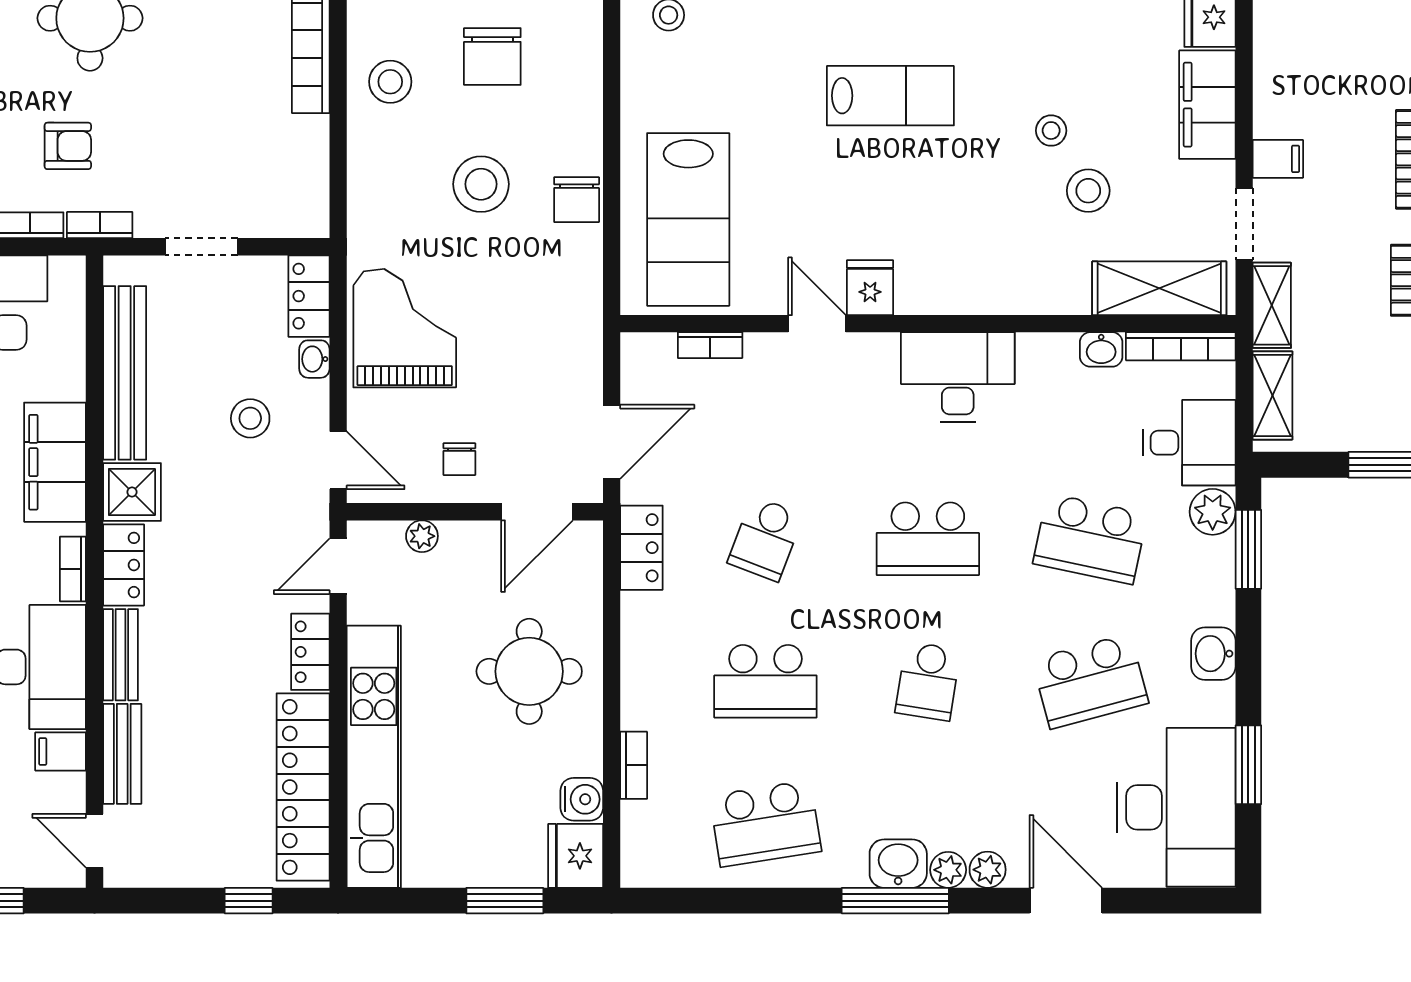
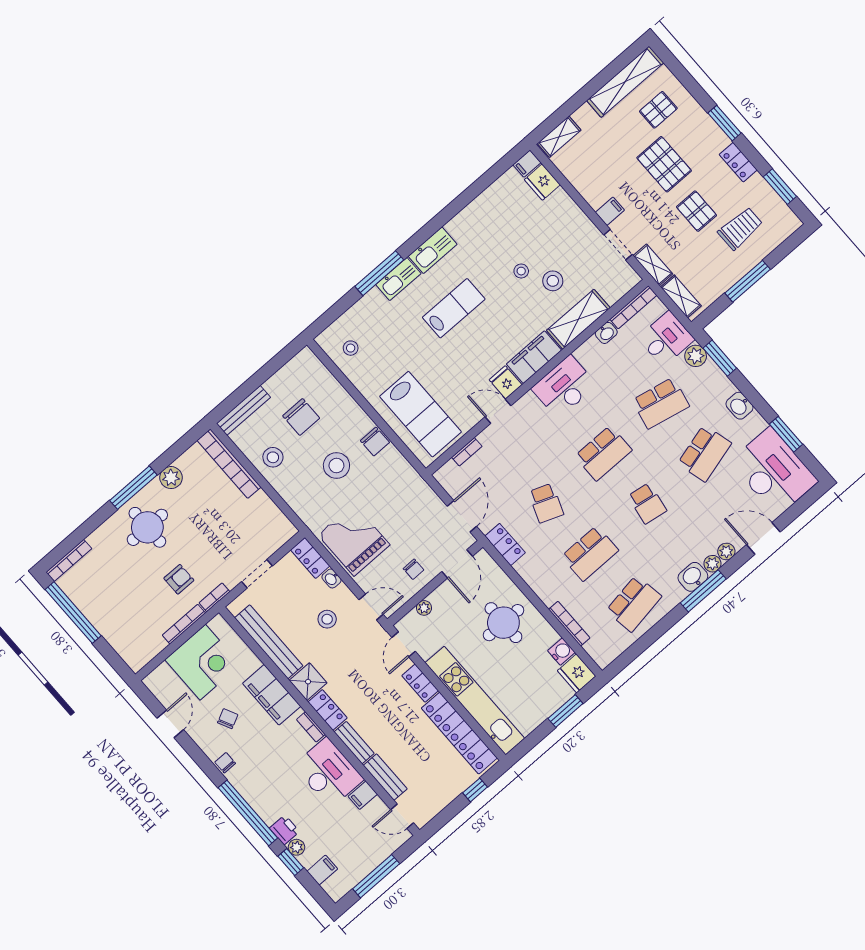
filing cabinet: (1207, 105) -> (534, 357), moved, turned 90
shelving: (1159, 288) -> (578, 319), moved
bookcase: (634, 765) -> (569, 624), width x1.56

